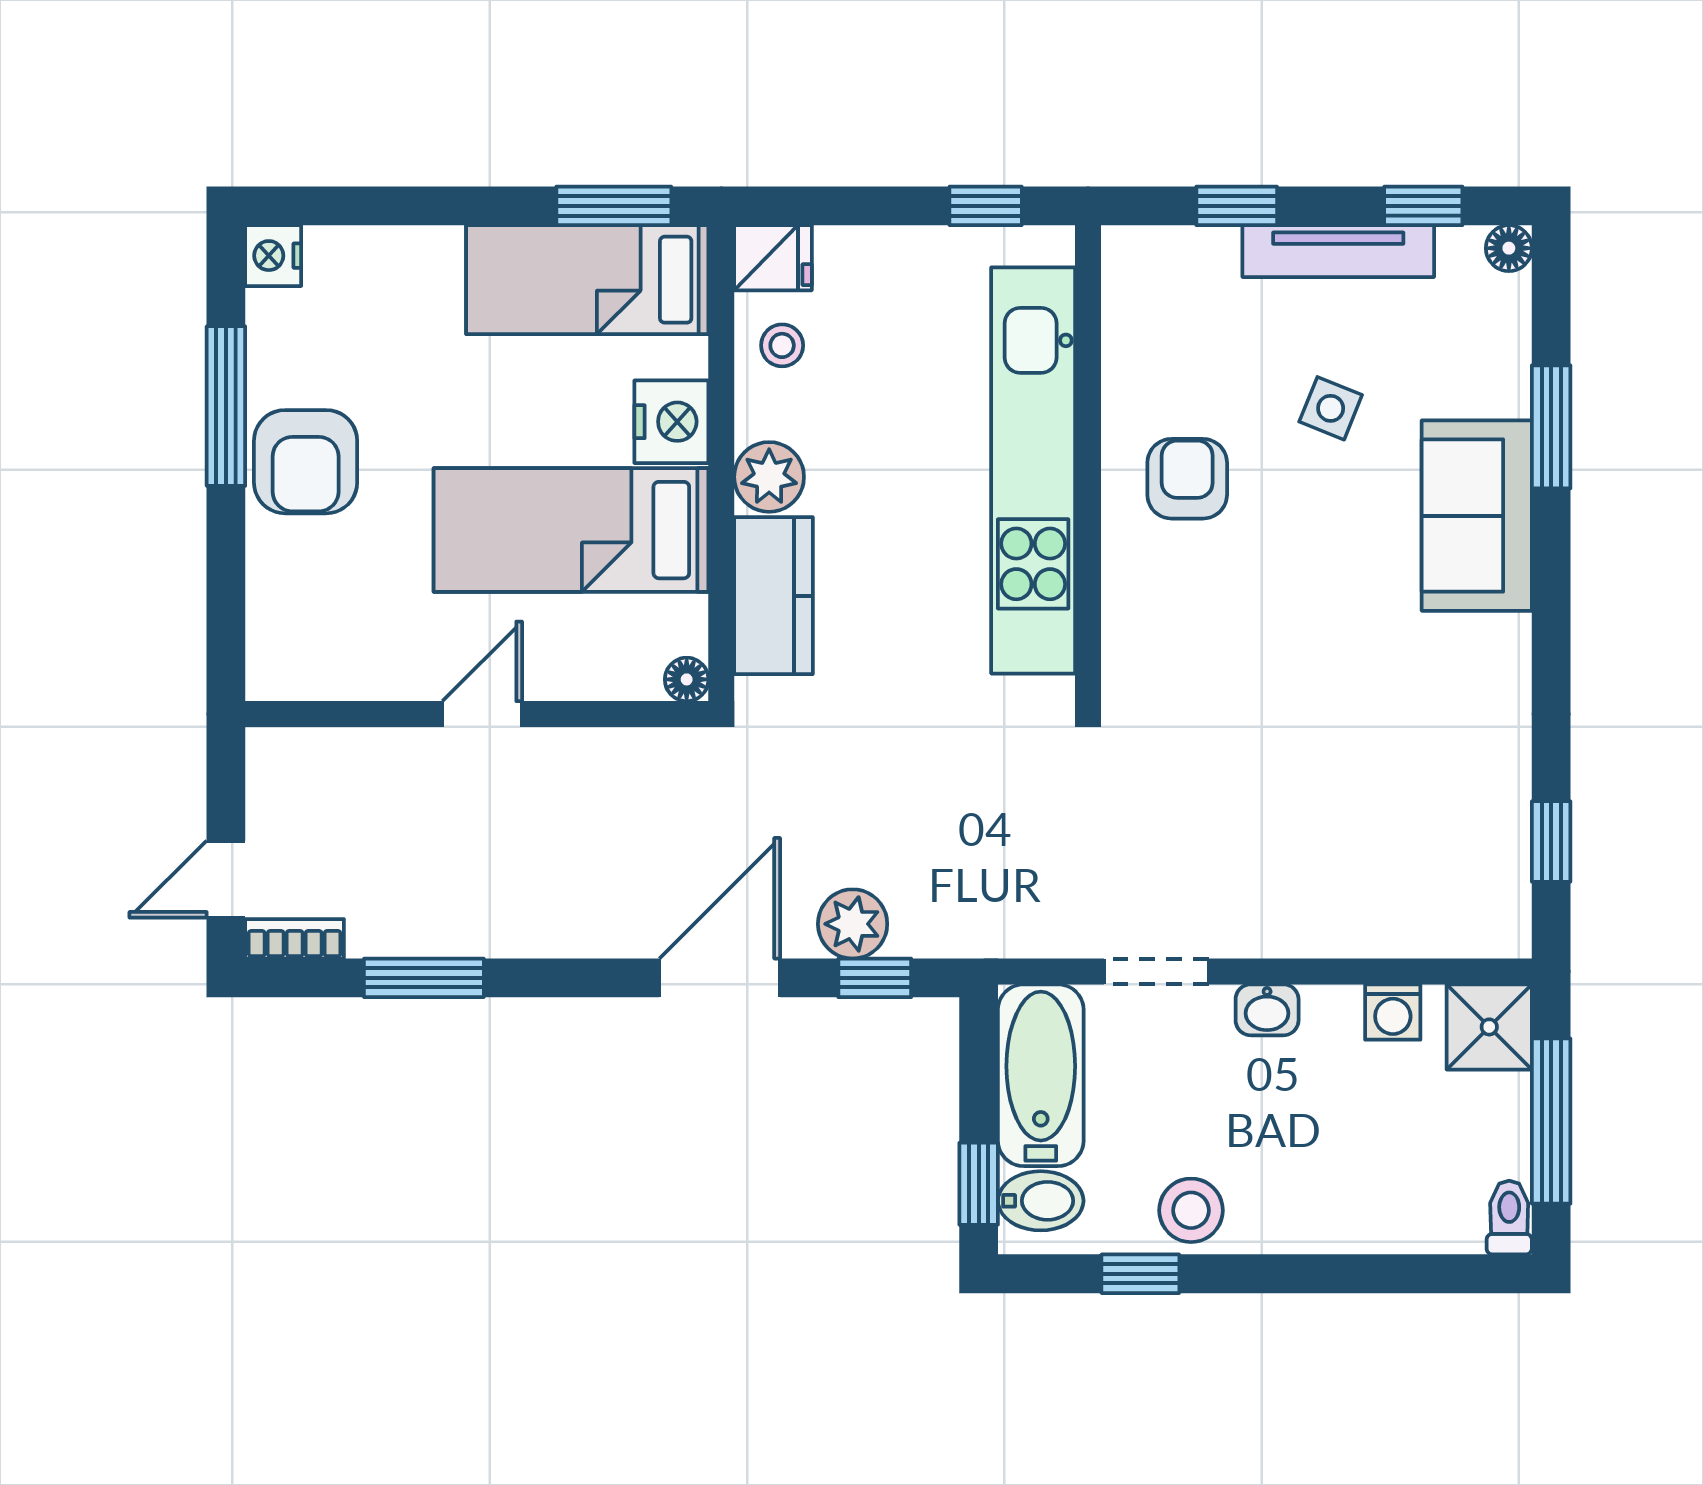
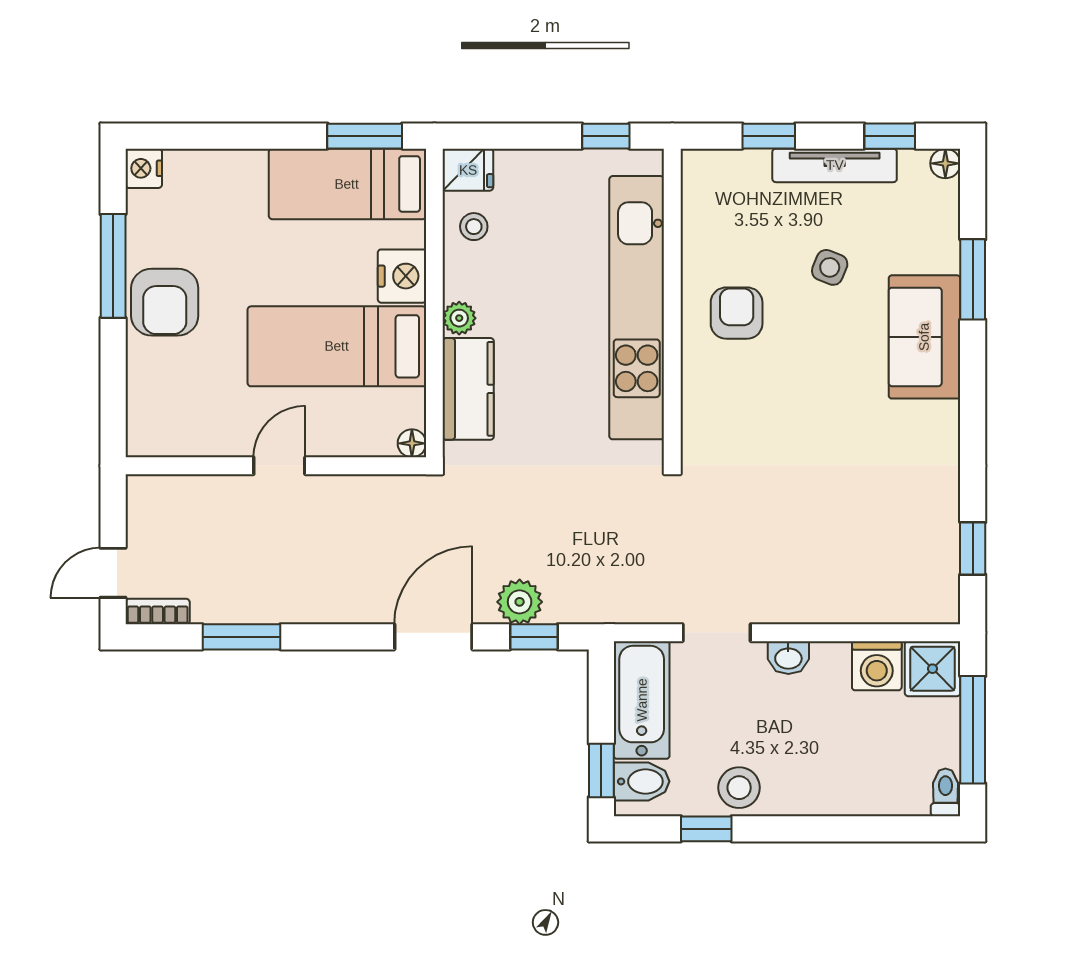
plant: (769, 477) -> (459, 318), width x0.73, depth x0.73
washing machine: (1393, 1012) -> (877, 666), width x1.38, depth x1.38

